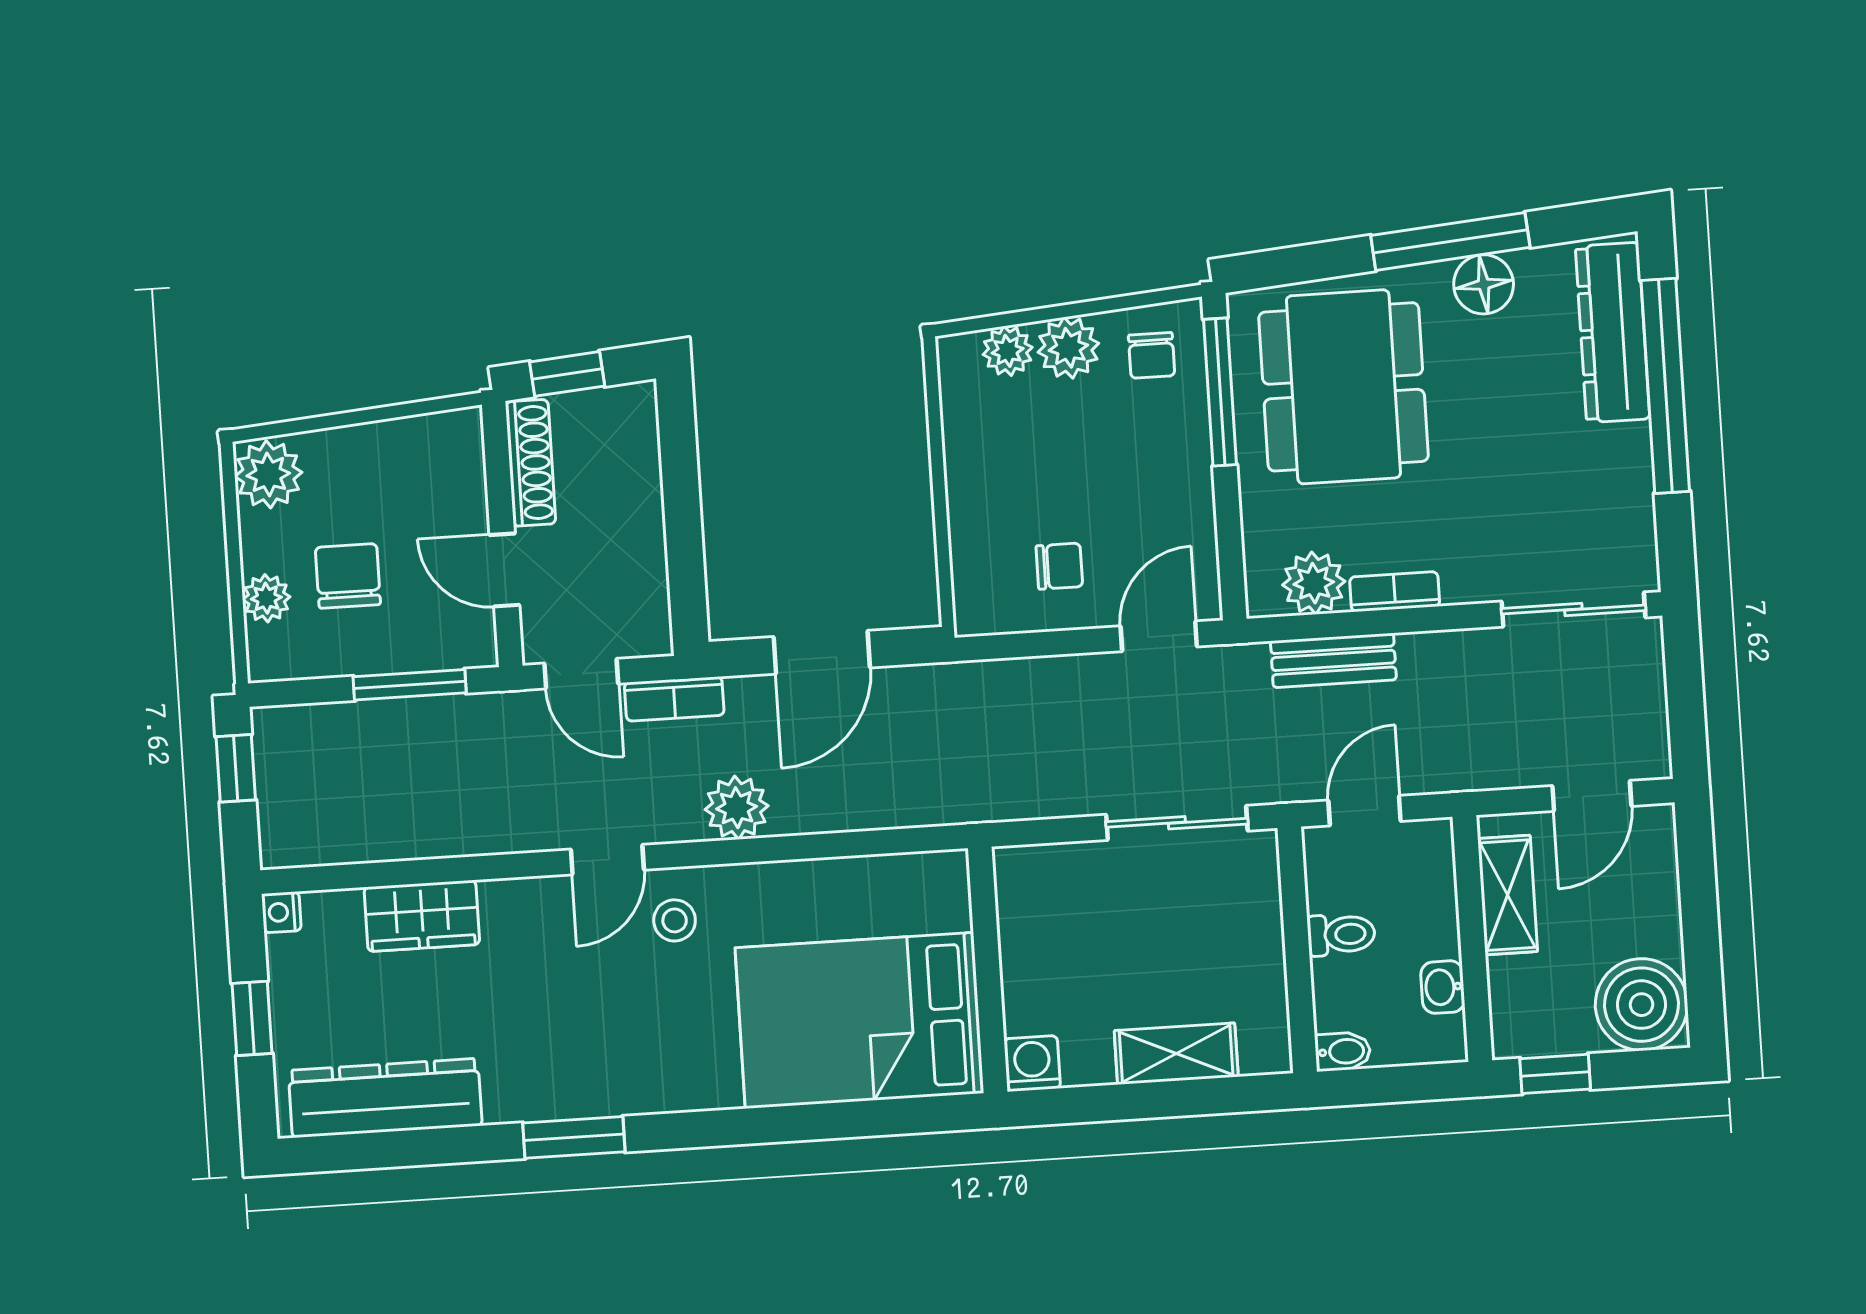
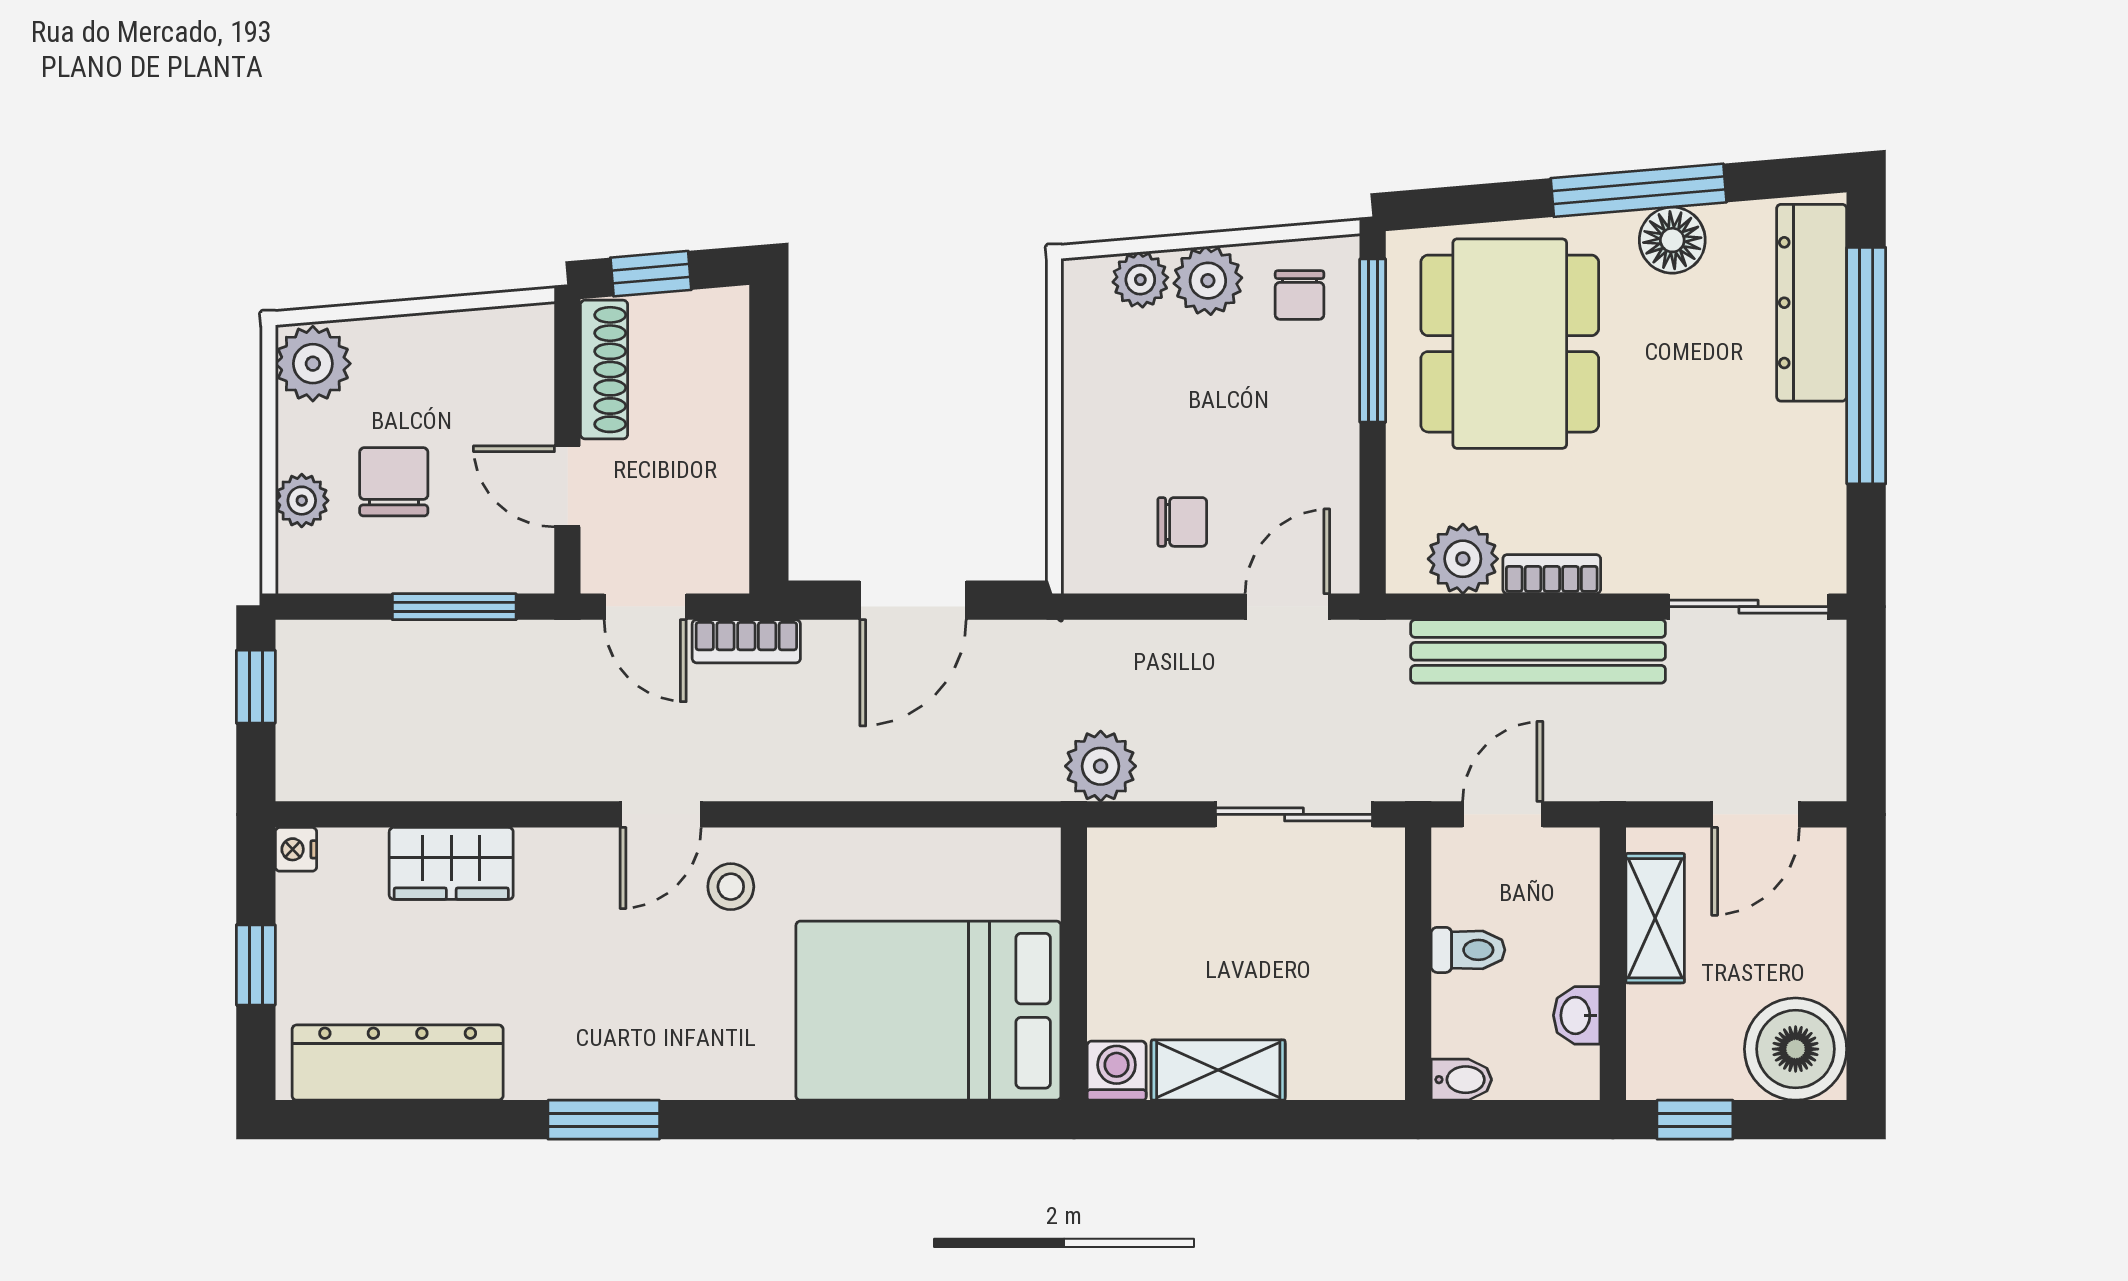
bench: (1333, 660) -> (1538, 651), width x1.86, depth x1.21
plant: (737, 808) -> (1101, 766), moved
shelving: (1176, 1054) -> (1218, 1070), moved

